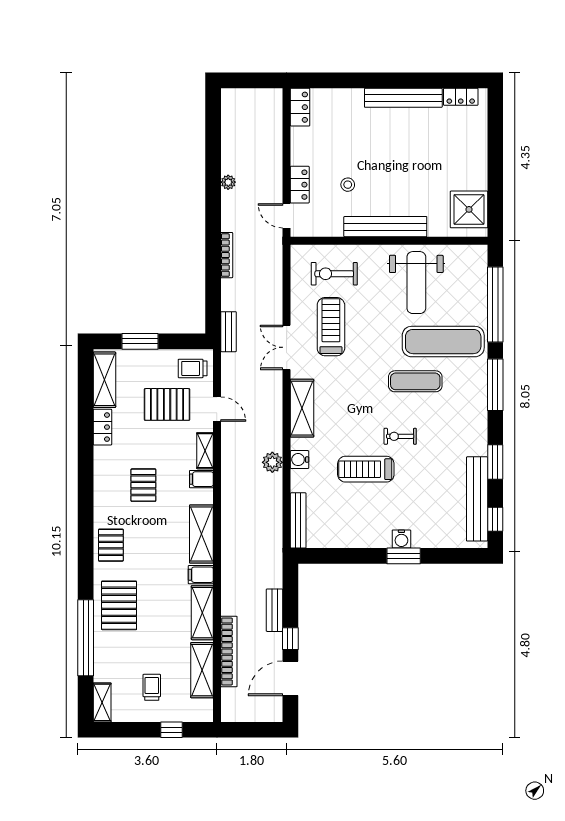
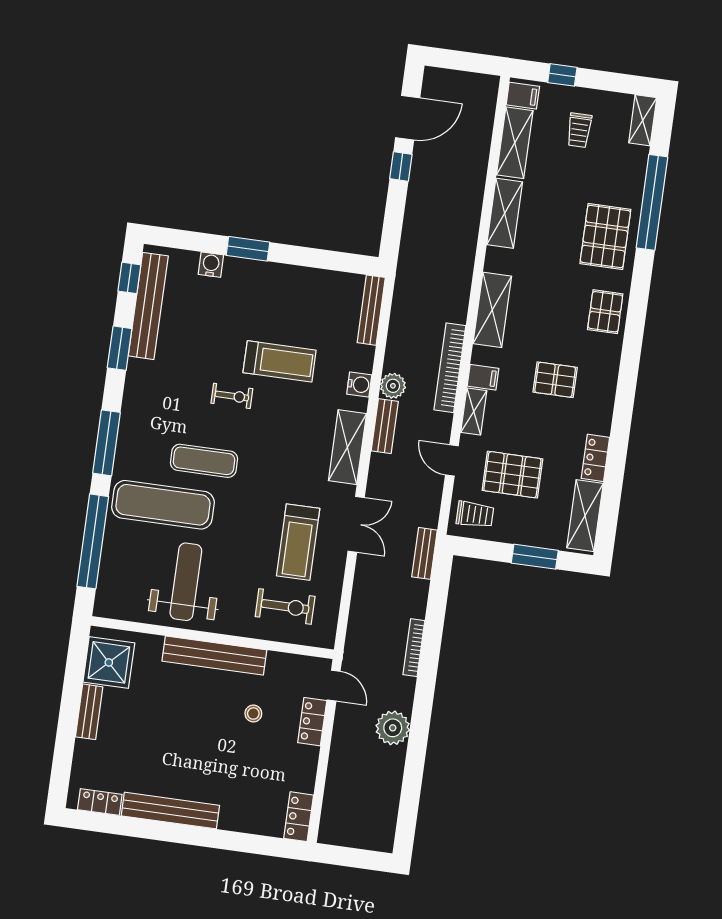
bench: (479, 168) -> (89, 712), added
plant: (228, 182) -> (393, 728), width x1.88, depth x1.88
pallet: (143, 485) -> (555, 380), turned 90
water cooler: (401, 539) -> (211, 265), moved
filing cabinet: (201, 575) -> (523, 96), moved
bench: (275, 610) -> (385, 426), moved
bookcase: (229, 651) -> (450, 368), moved

